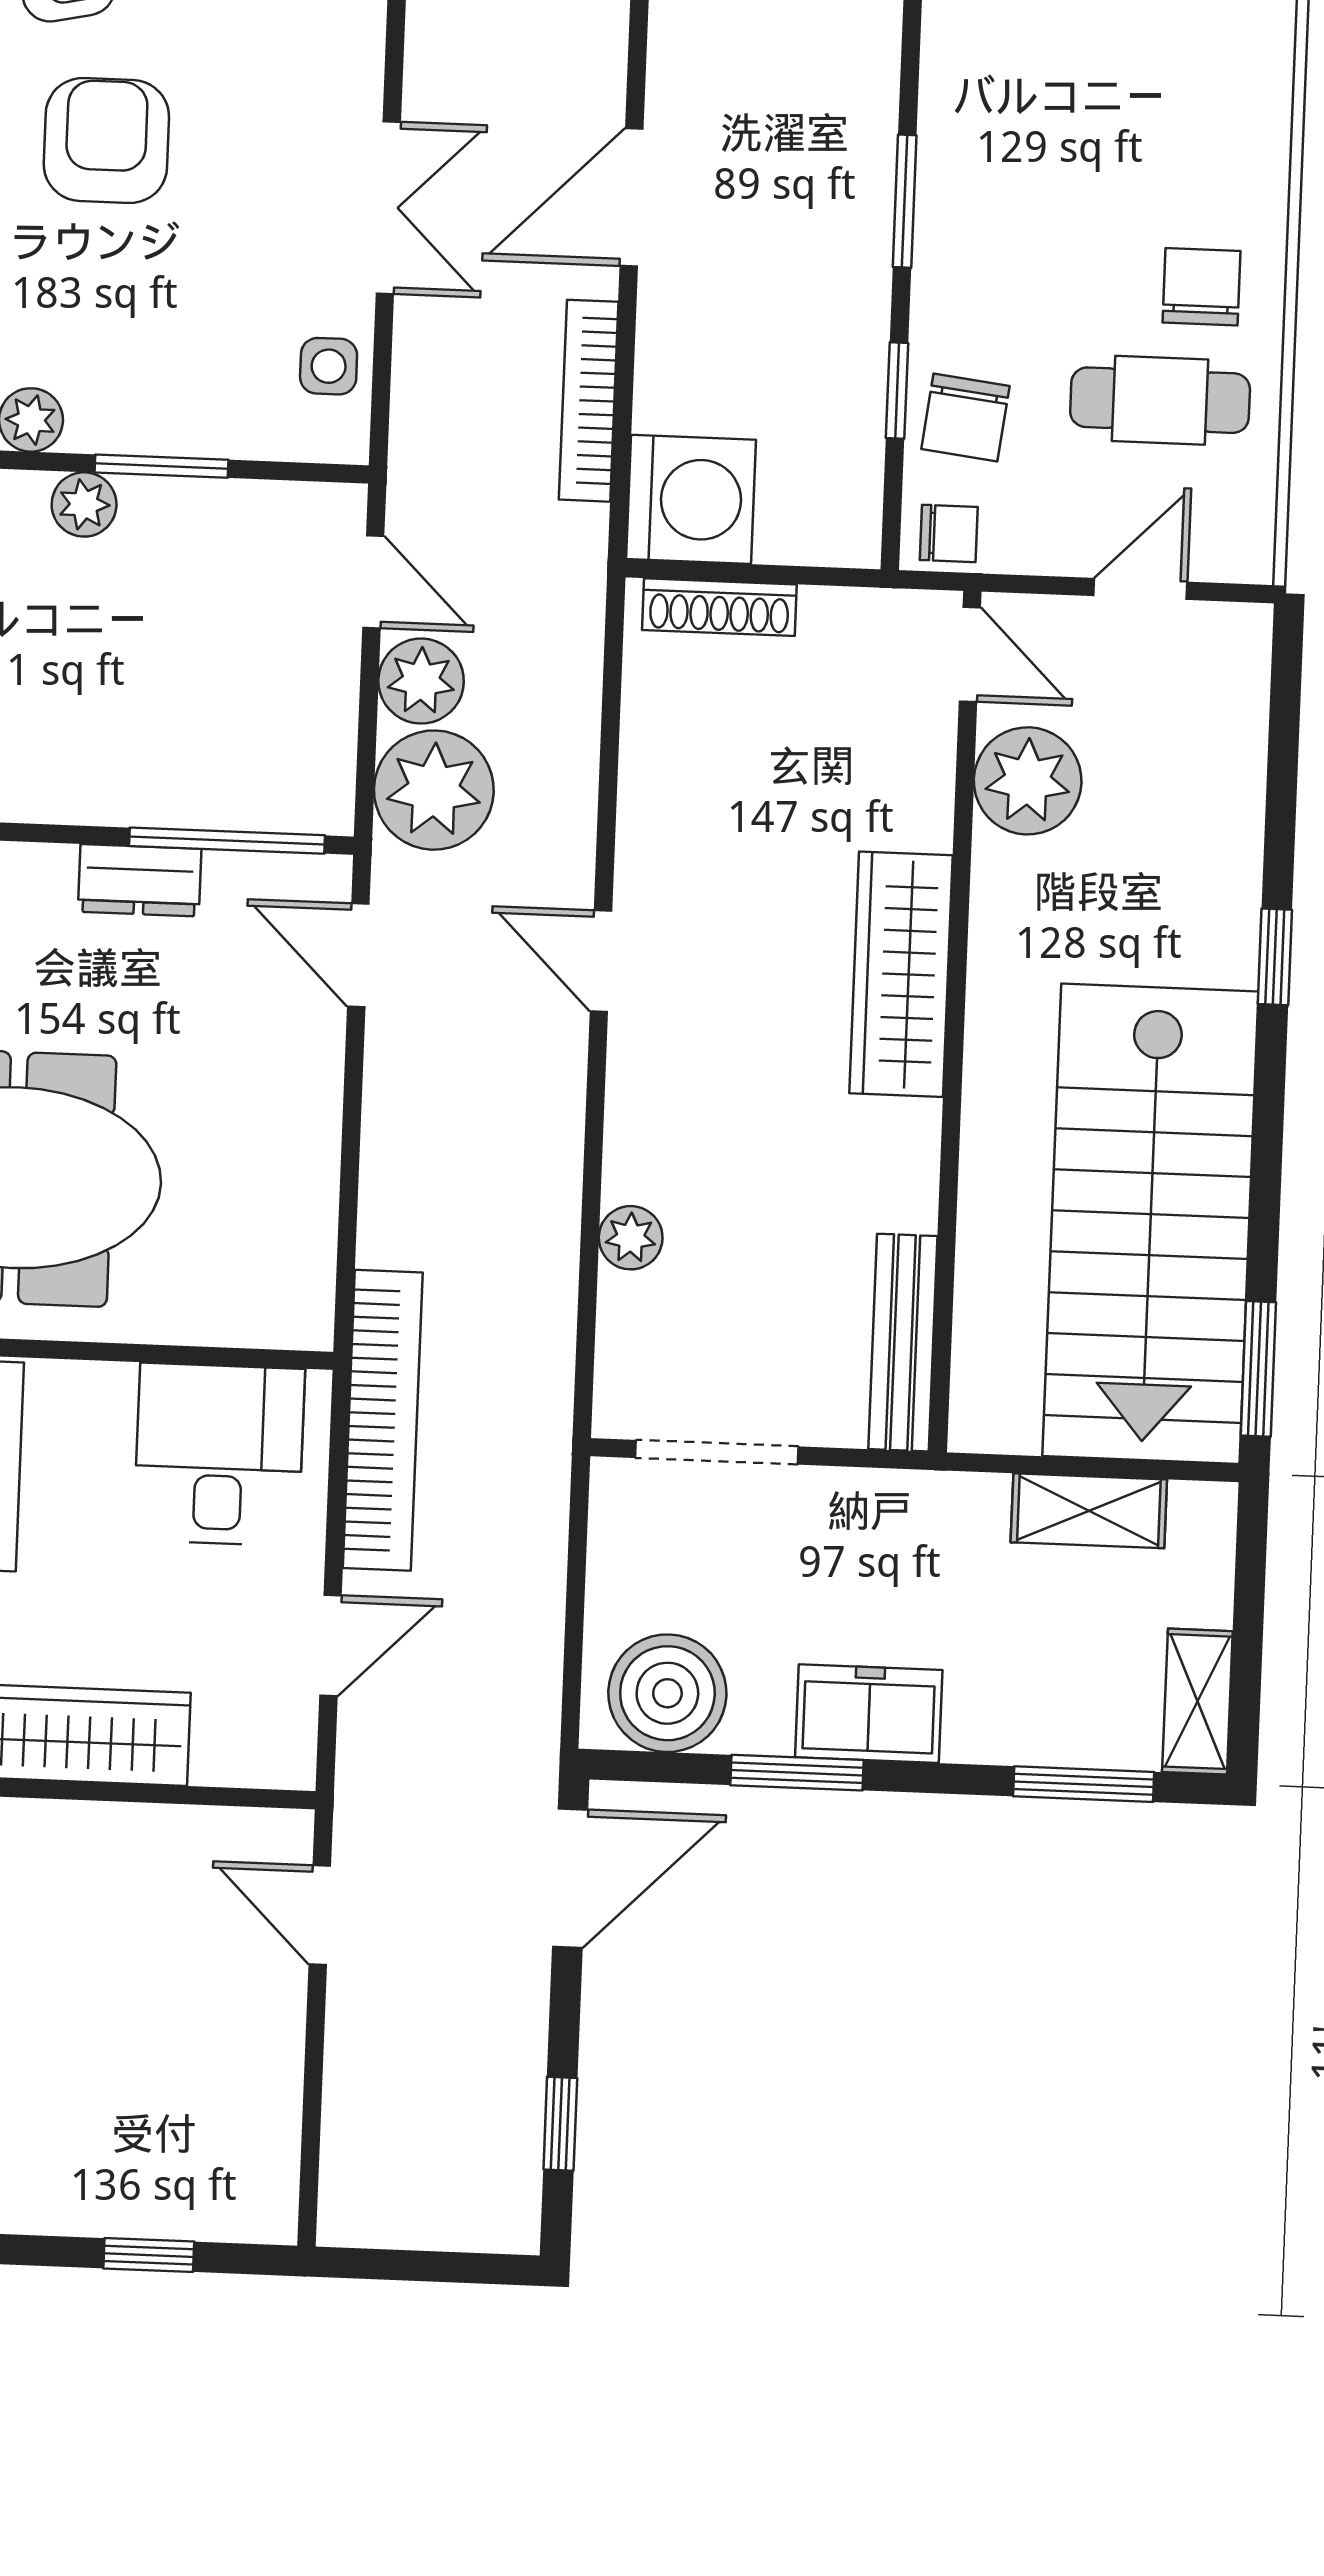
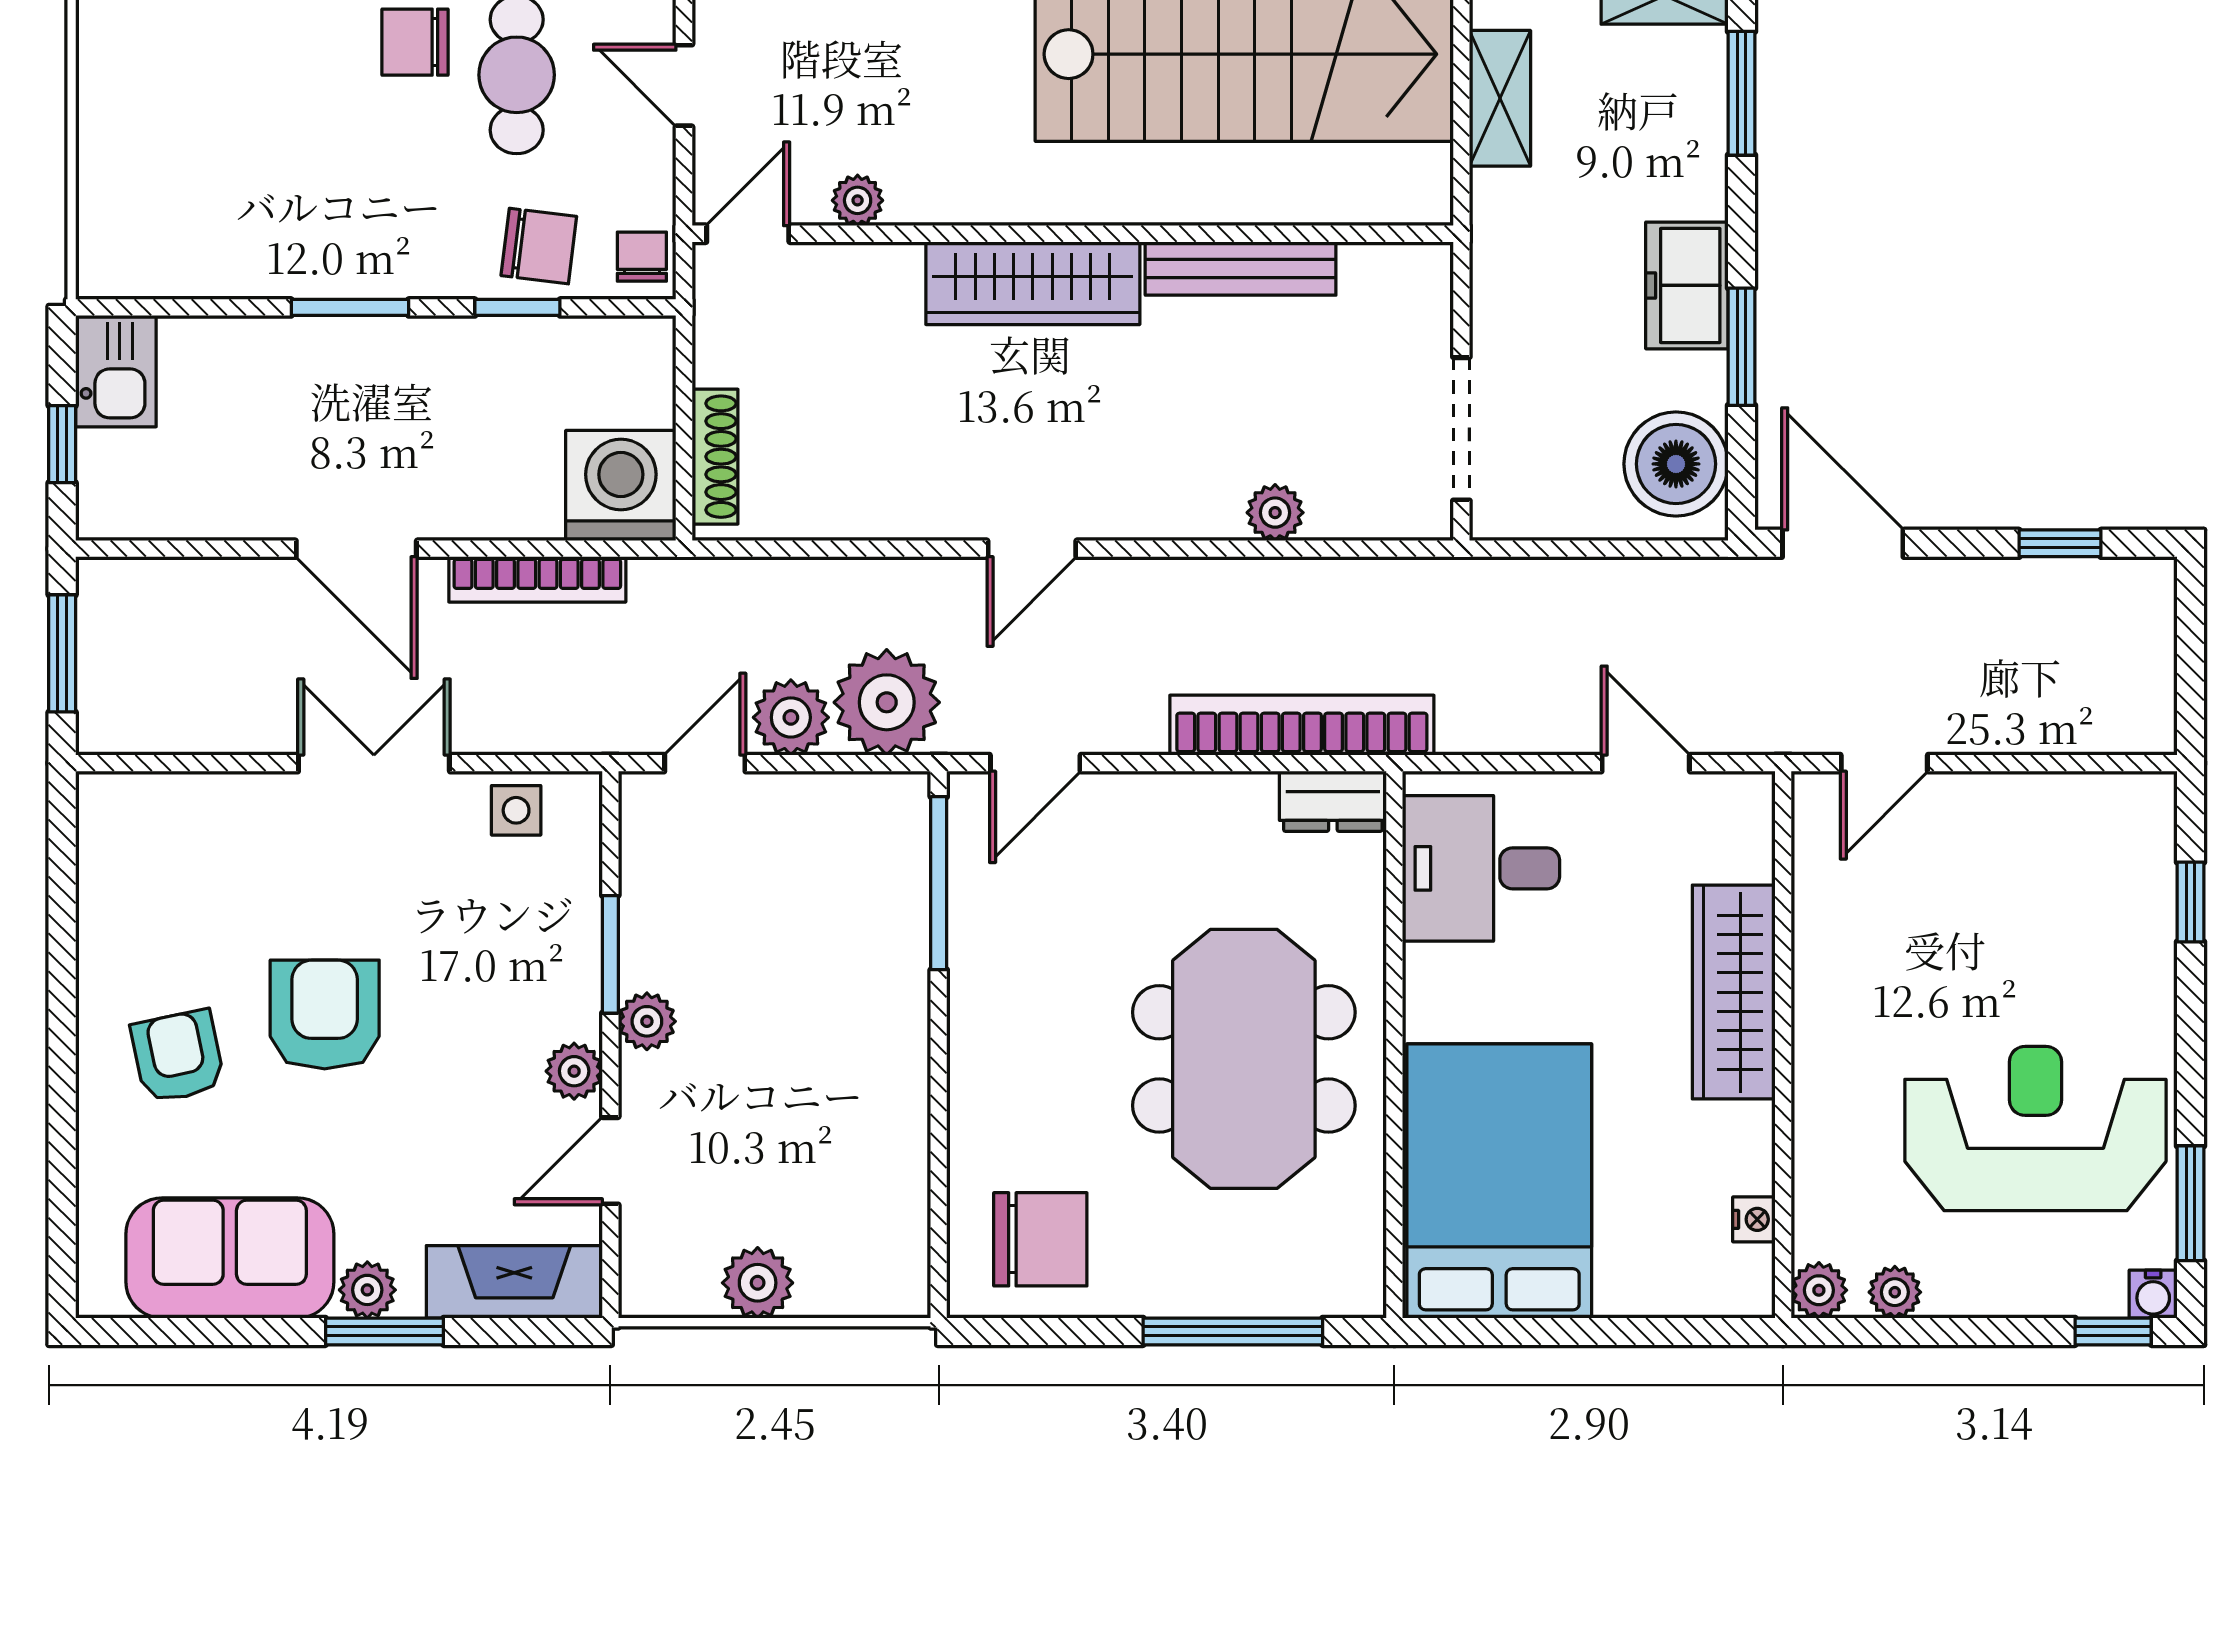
armchair: (106, 140) -> (325, 1015), turned 90
plant: (1028, 781) -> (858, 200), width x0.53, depth x0.53
dresser: (140, 880) -> (1333, 801), moved, turned 90
bench: (903, 1343) -> (1241, 268), moved
bookcase: (383, 1420) -> (1302, 725), moved

